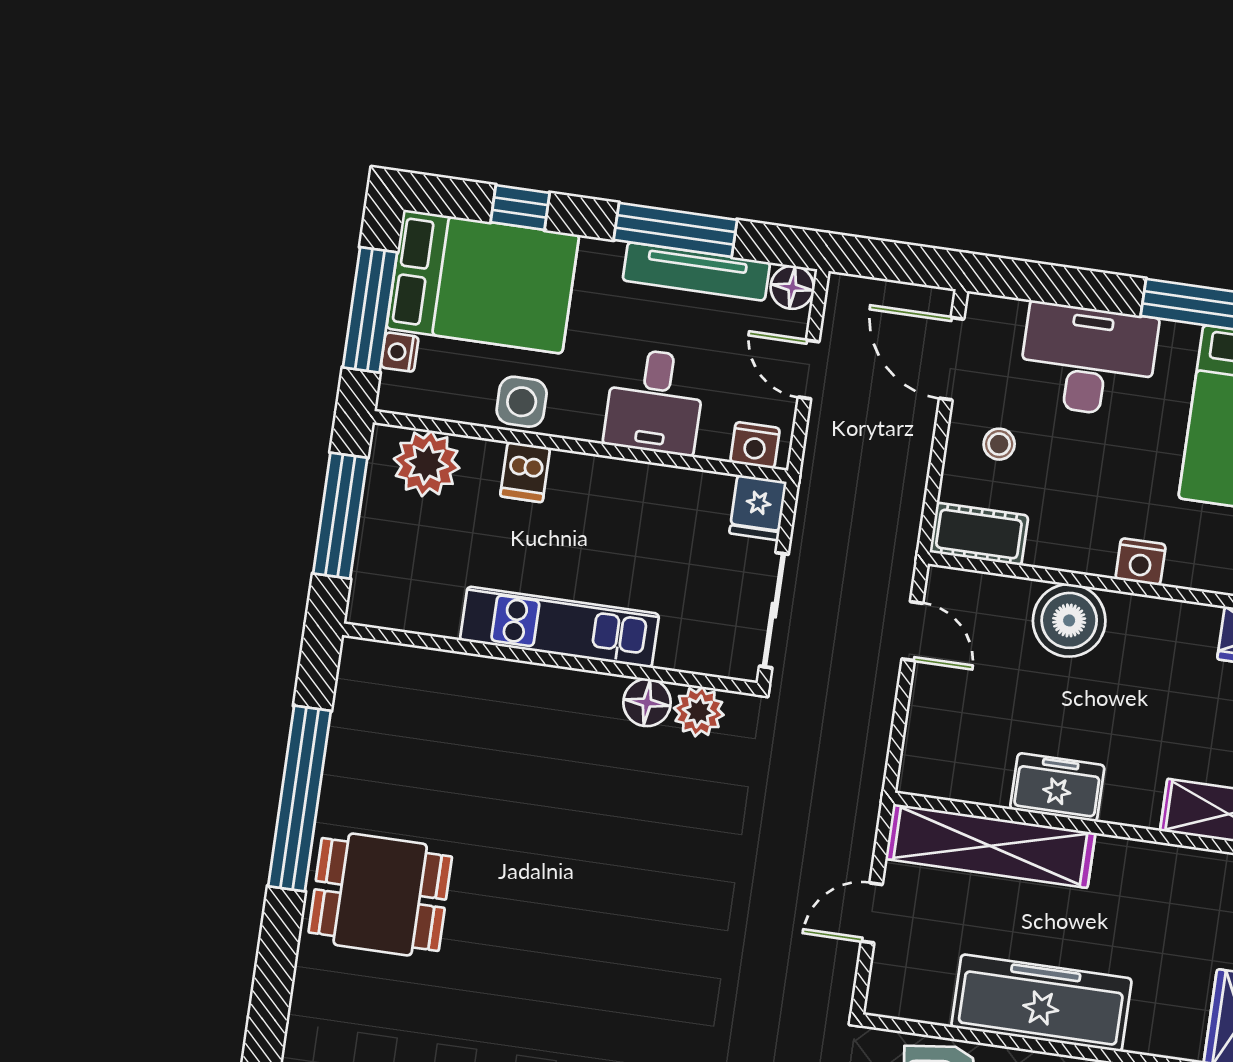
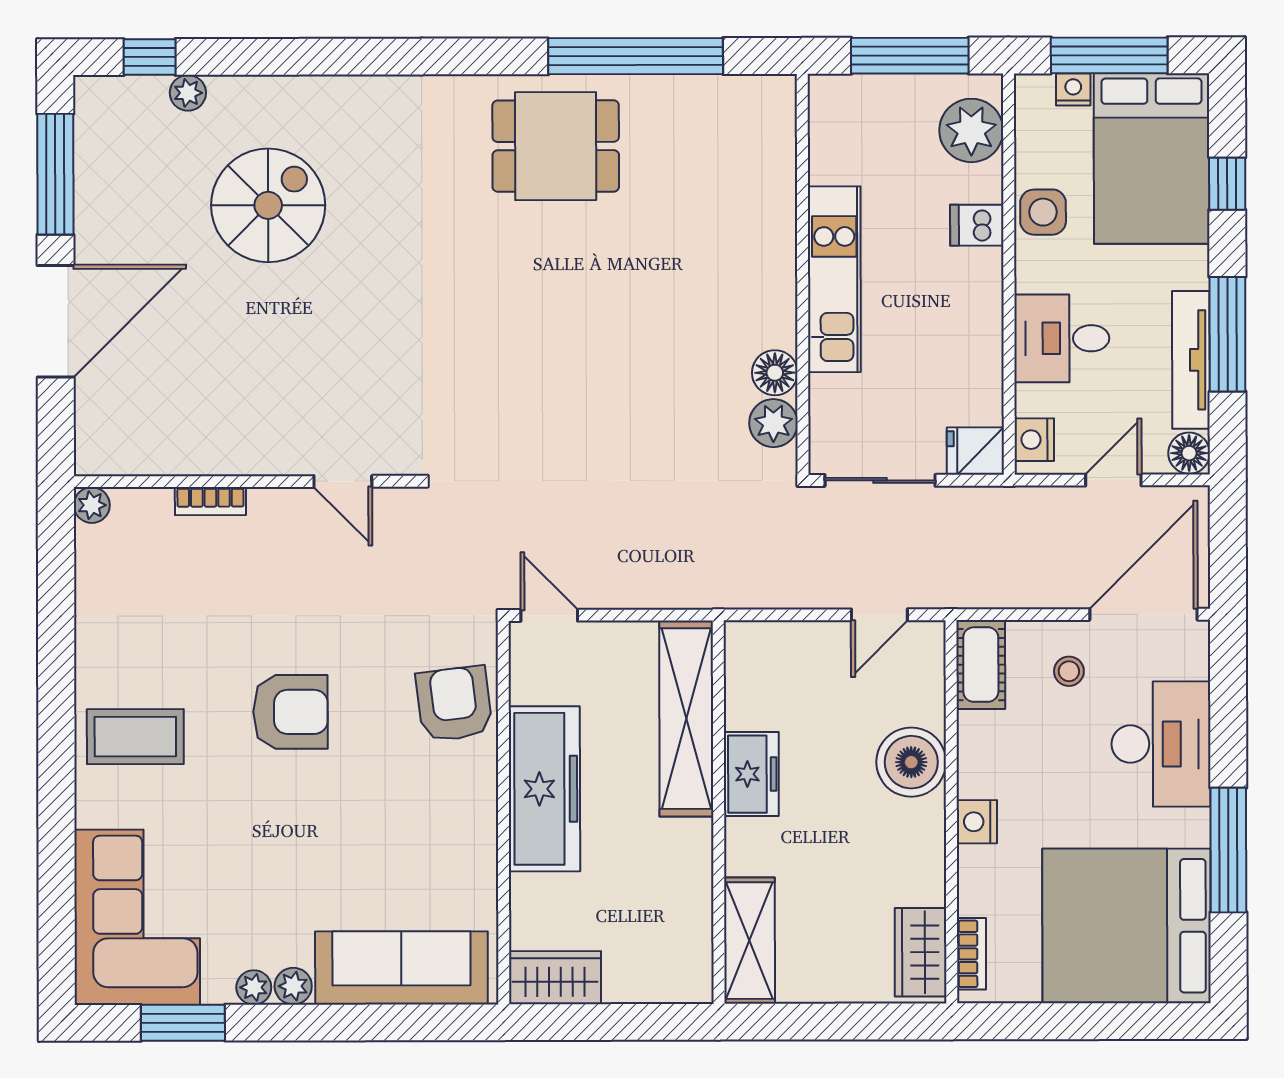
door: (952, 359) -> (1143, 614), width x1.36
dining table: (380, 894) -> (556, 146), turned 90
door: (872, 913) -> (549, 615), moved

